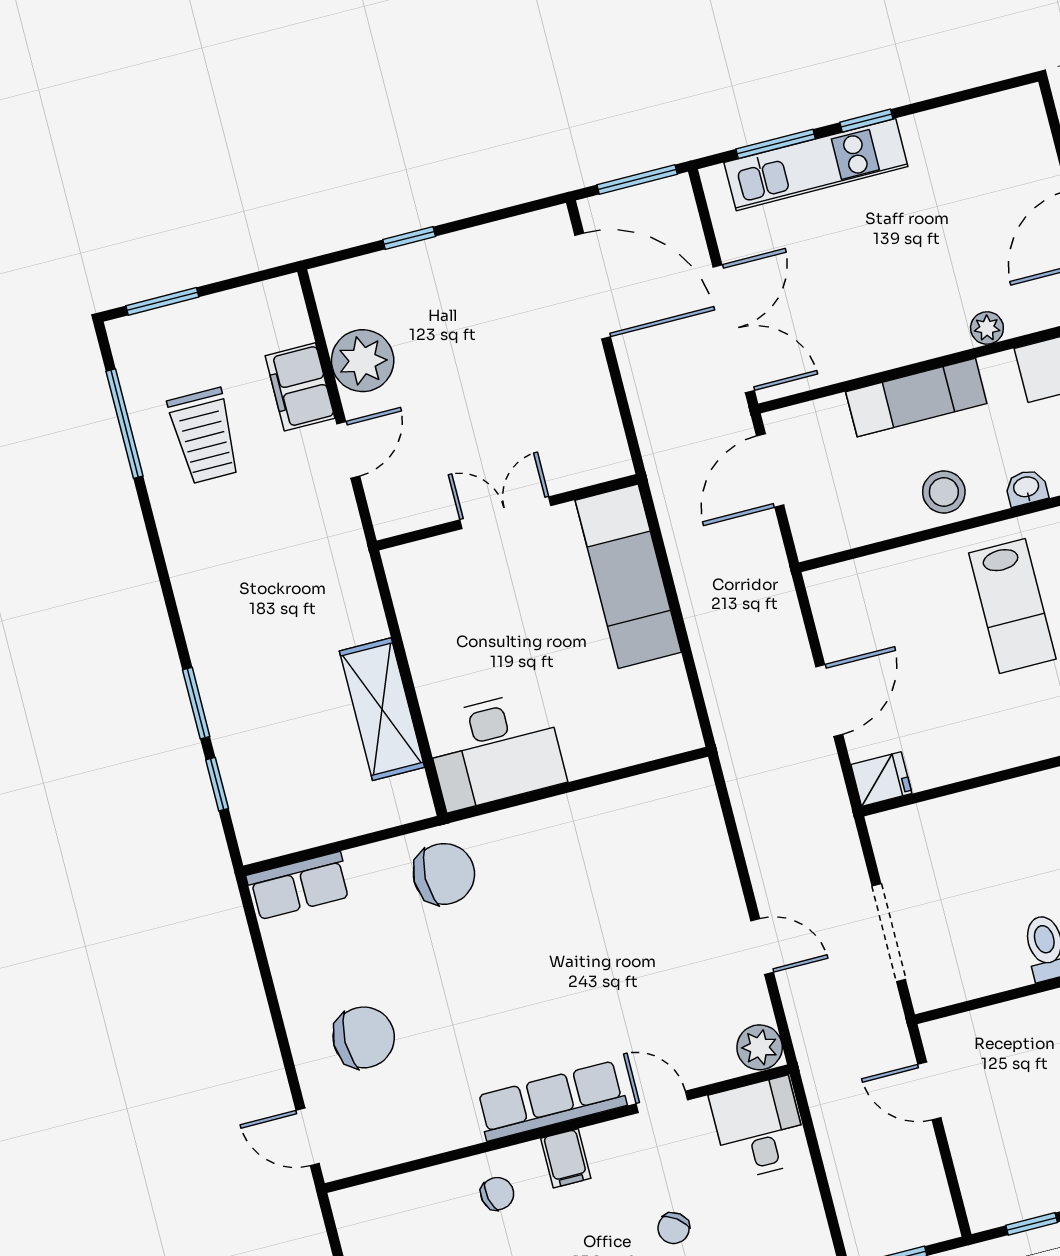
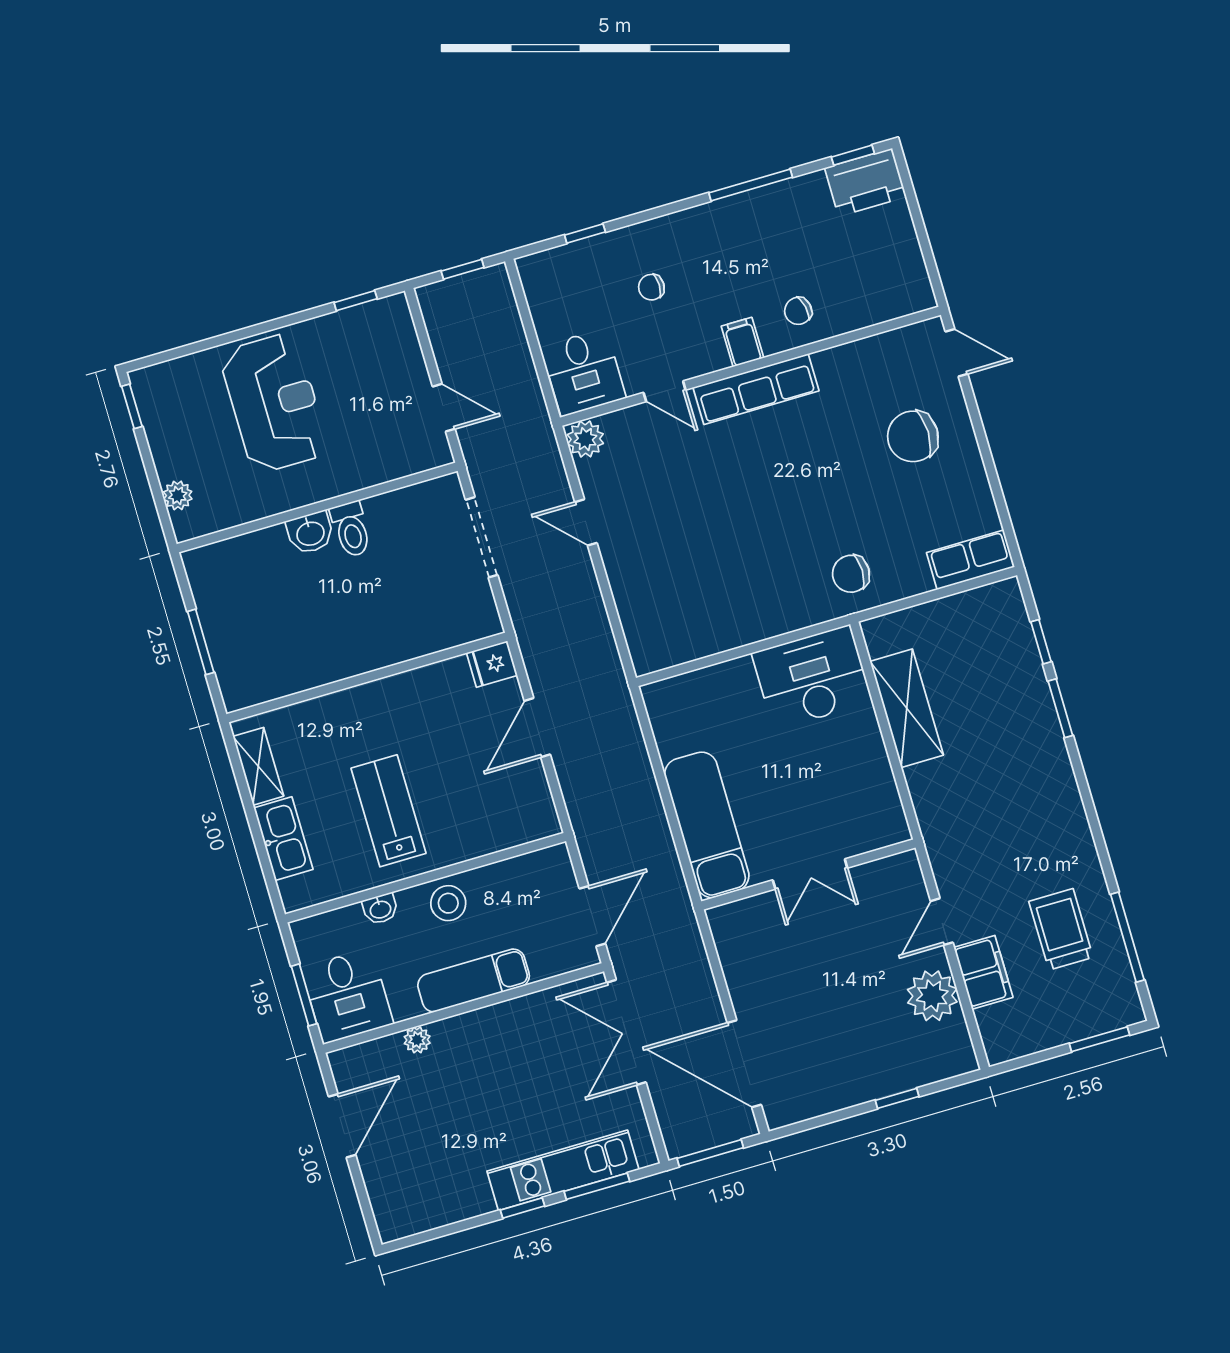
chair: (444, 874) -> (851, 574), width x0.73, depth x0.73
chair: (674, 1228) -> (651, 287), turned -127

